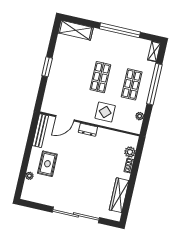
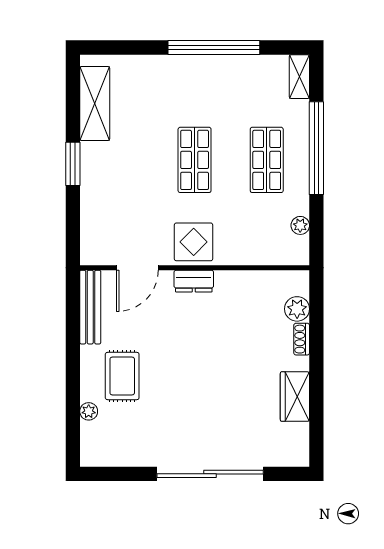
shelving: (76, 30) -> (95, 103), moved, turned 90
display table: (105, 112) -> (194, 242), moved
wardrobe: (119, 195) -> (295, 397), width x0.67

